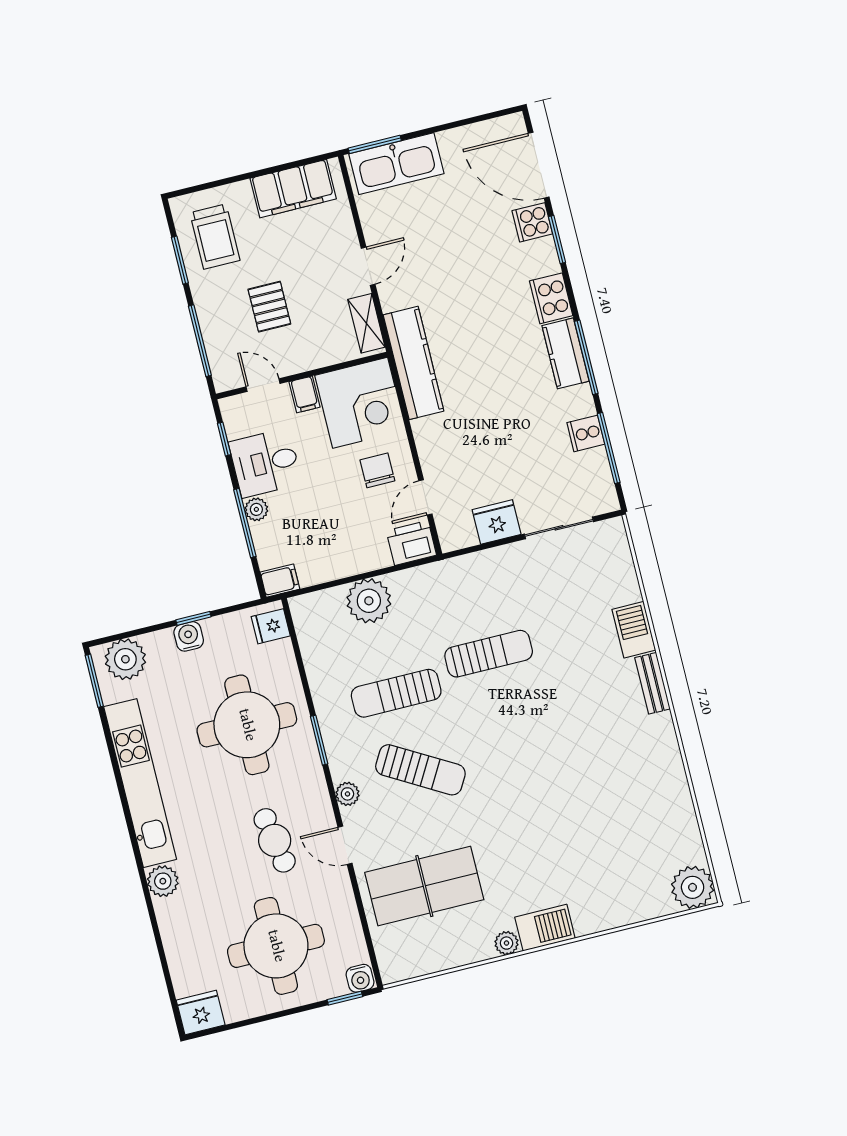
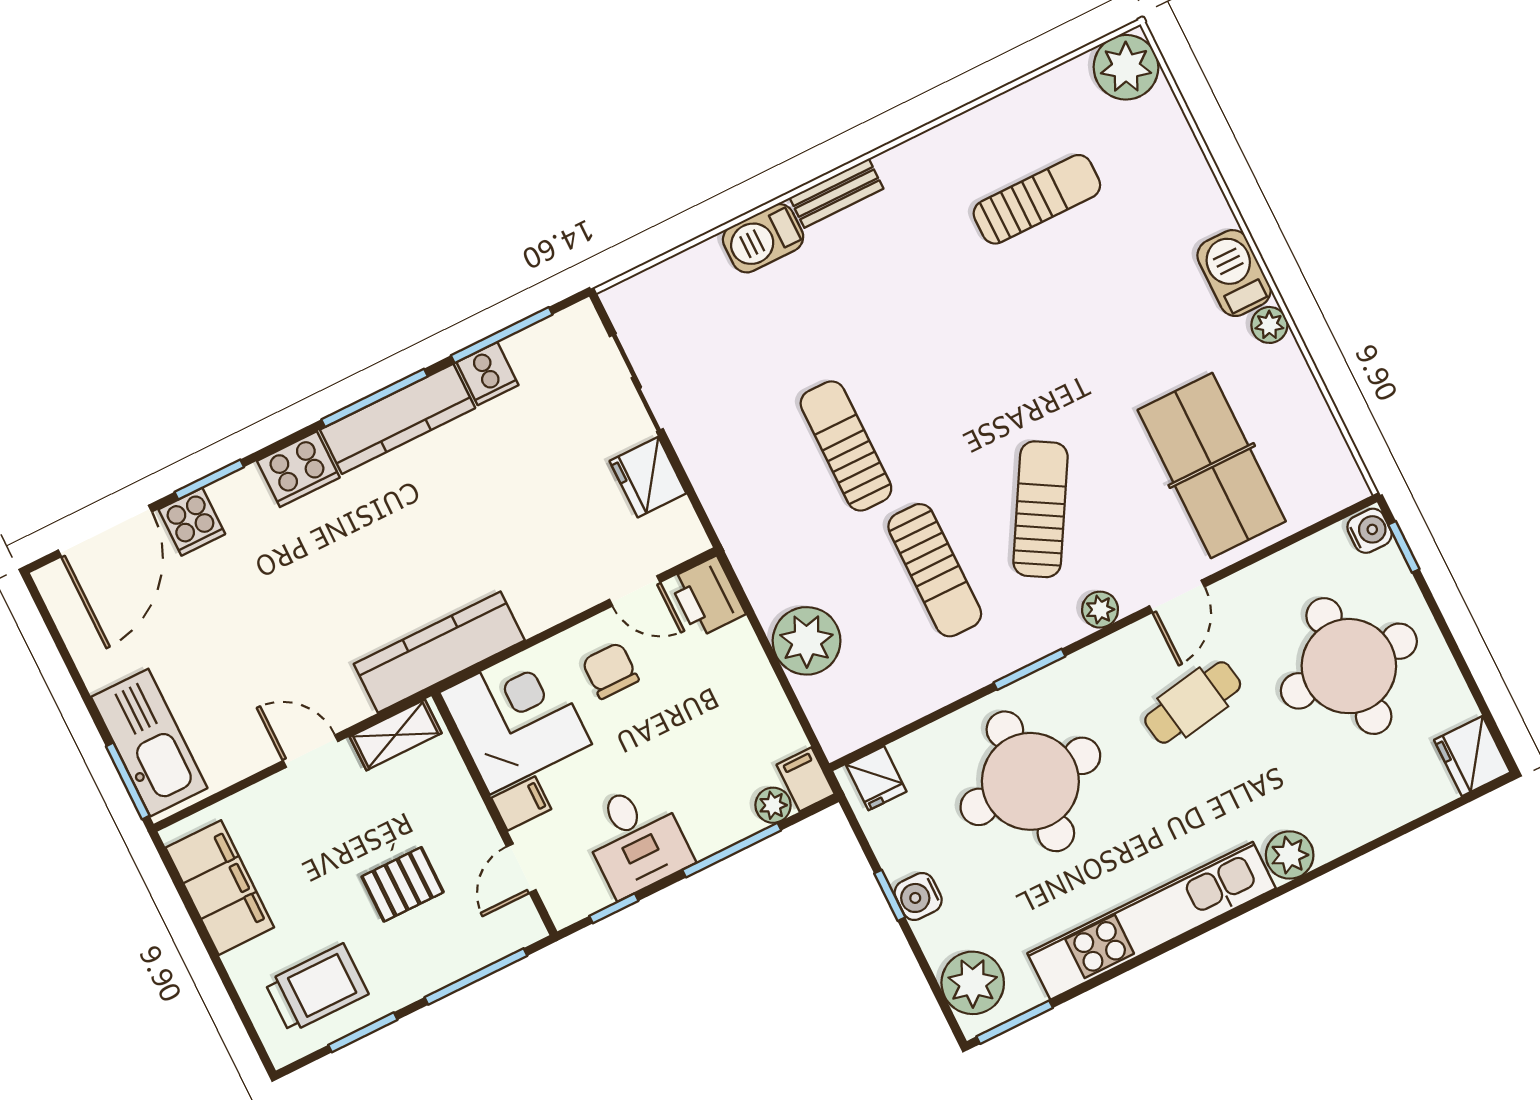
kitchen counter: (565, 353) -> (398, 419), width x1.50
chair: (377, 470) -> (610, 671), turned 90
plant: (256, 509) -> (773, 805), moved
sun lounger: (620, 811) -> (1037, 199), added

